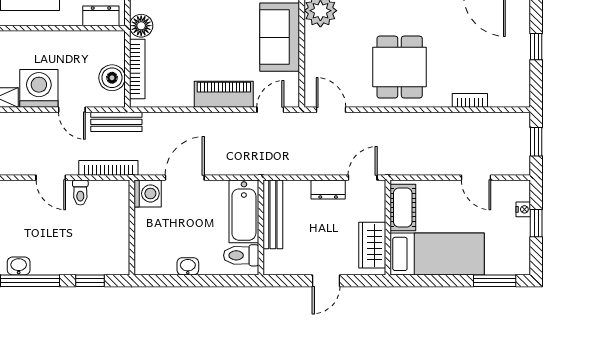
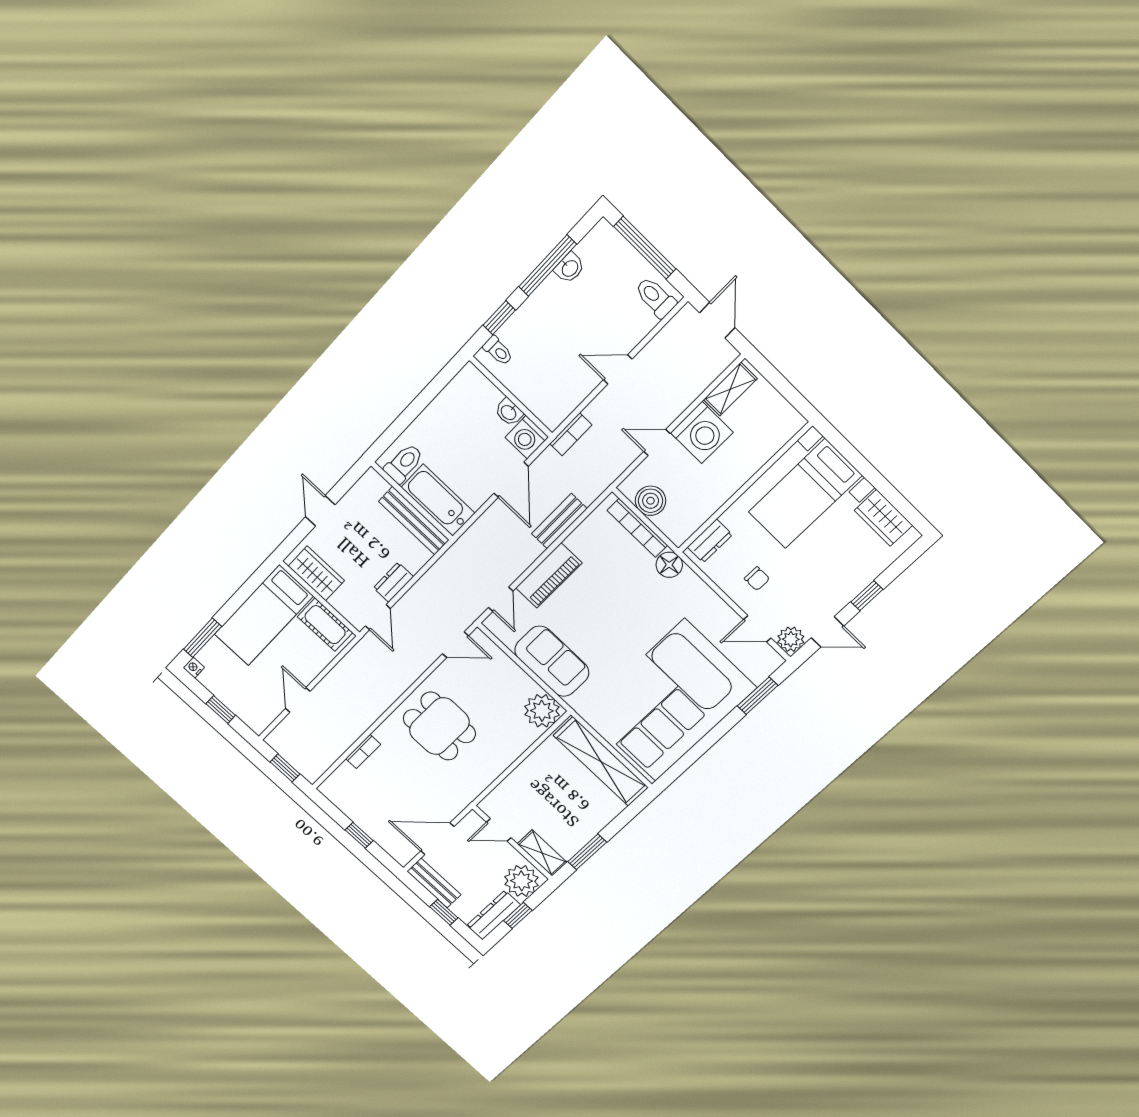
bench: (116, 122) -> (559, 521), moved
bookcase: (108, 168) -> (571, 434), width x0.64
door: (476, 178) -> (298, 700), hinge flipped
toilet: (80, 193) -> (498, 351), moved, turned 180
nightstand: (523, 209) -> (194, 668), moved, turned 90
washbasin: (188, 266) -> (509, 412), moved, turned 90

